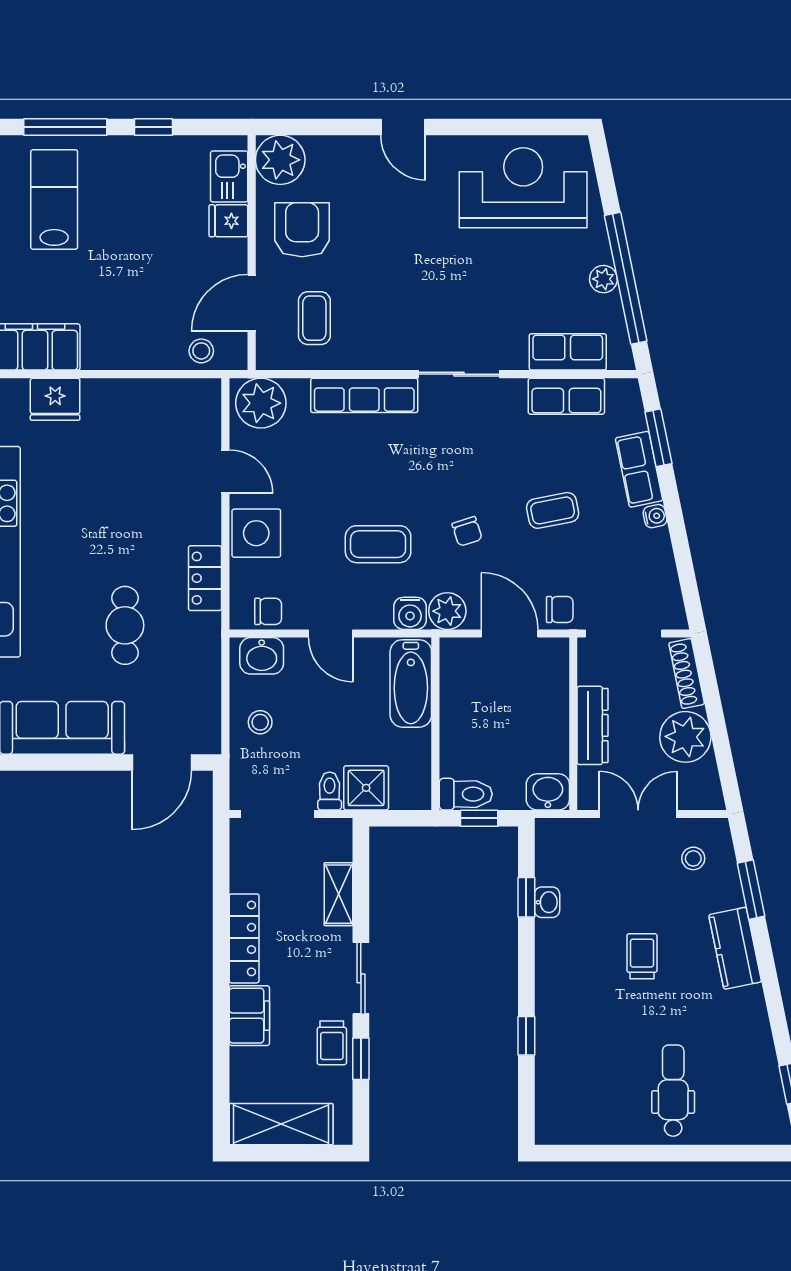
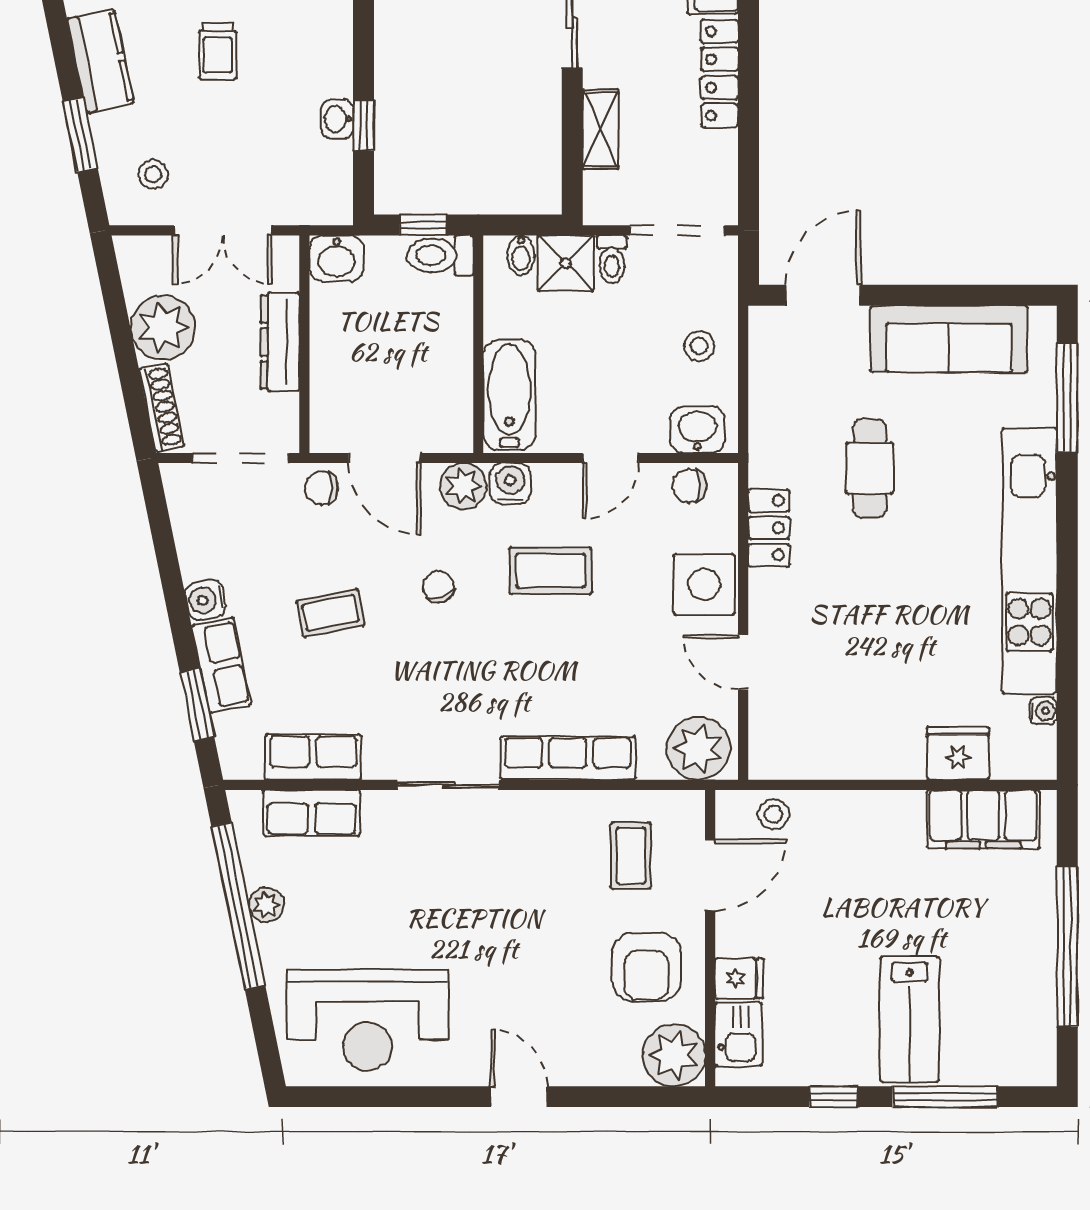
lab bench: (54, 199) -> (910, 1019), moved
water cooler: (655, 516) -> (206, 600), width x1.38, depth x1.38
door: (331, 633) -> (611, 458), swing flipped
bidet: (402, 794) -> (521, 255), added

